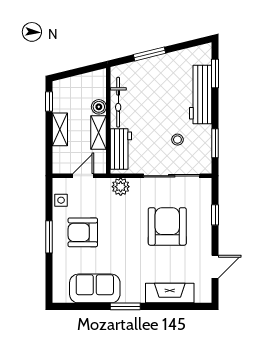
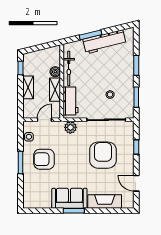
window: (215, 73) -> (136, 65), moved
workbench: (201, 94) -> (104, 42), moved, turned -104
door: (215, 267) -> (136, 183), swing flipped
sofa: (95, 288) -> (69, 198), moved

